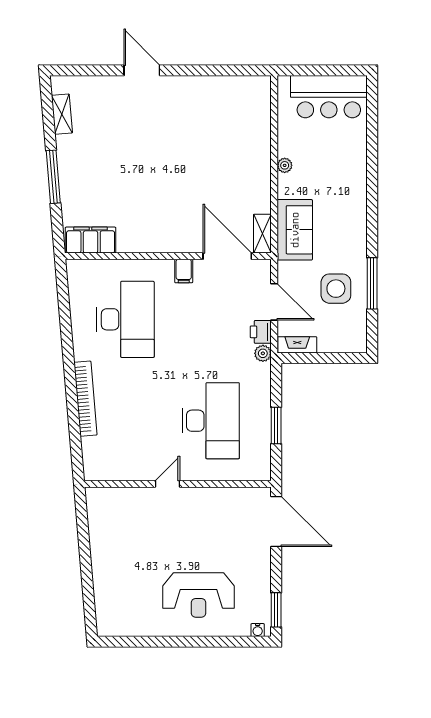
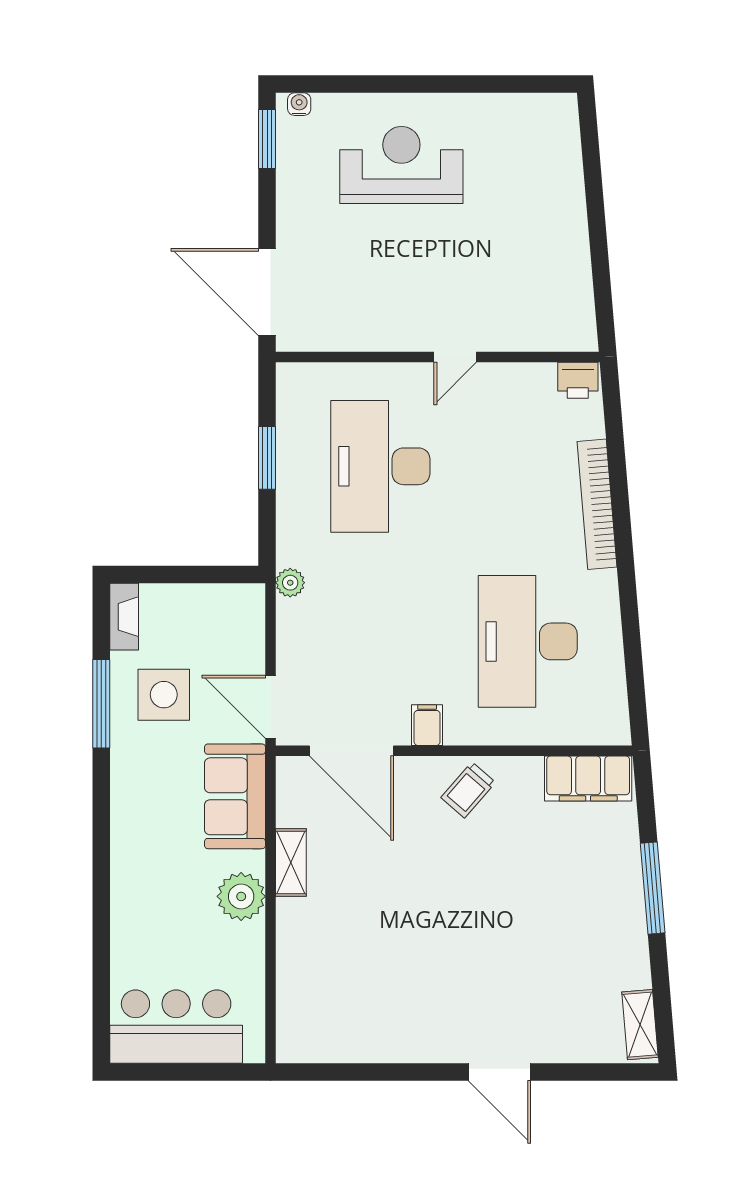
shelving: (62, 114) -> (640, 1025), moved
plant: (285, 165) -> (241, 896), width x1.87, depth x1.87
trolley: (160, 233) -> (468, 790), added
shelving: (262, 234) -> (291, 862), moved
door: (274, 302) -> (271, 707), moved
printer: (261, 332) -> (578, 380), moved, turned 90
fireplace: (297, 345) -> (124, 617), moved, turned -90

